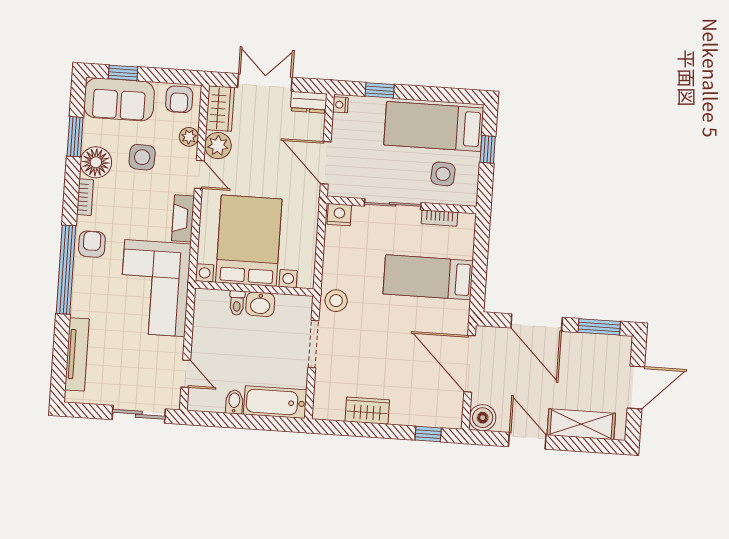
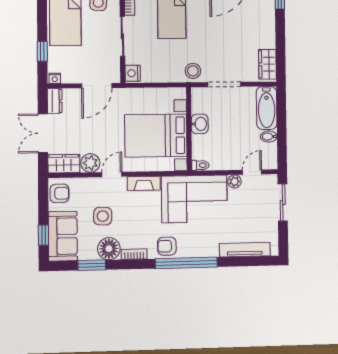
plant: (189, 137) -> (234, 181), moved
toilet: (237, 303) -> (200, 165), moved
wardrobe: (367, 411) -> (267, 64), moved

